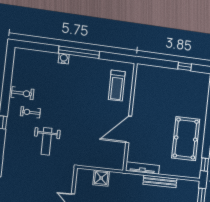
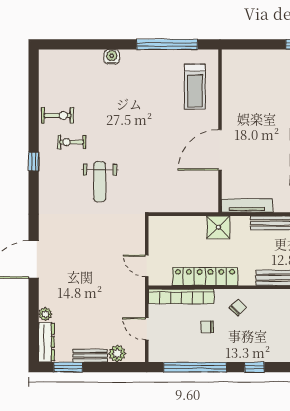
window: (79, 52) -> (167, 44), moved
shower: (101, 178) -> (218, 227), moved

